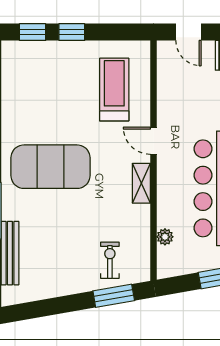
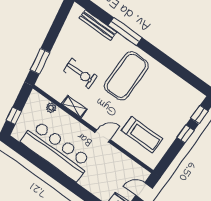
shelving: (141, 183) -> (74, 107), moved
exercise bike: (110, 260) -> (80, 73), moved, width x1.38, depth x1.39

